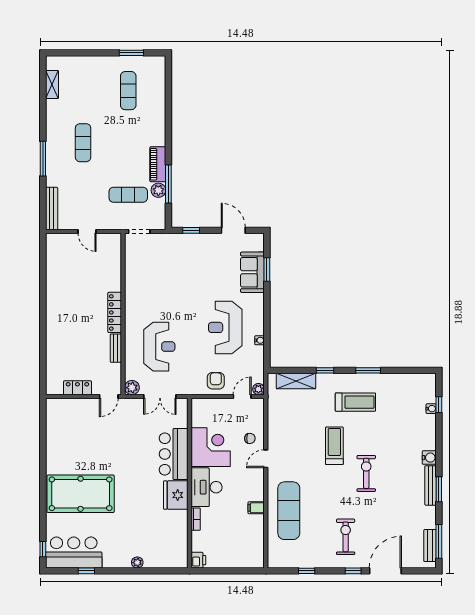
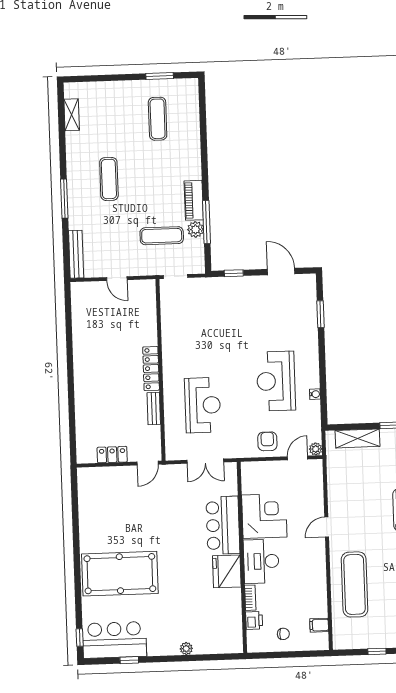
sofa: (252, 272) -> (304, 318), removed
plant: (132, 388) -> (173, 452), removed
chair: (250, 438) -> (283, 634), moved
filing cabinet: (256, 508) -> (319, 625), moved
printer: (198, 560) -> (254, 620), moved

